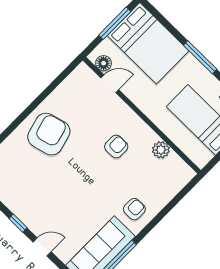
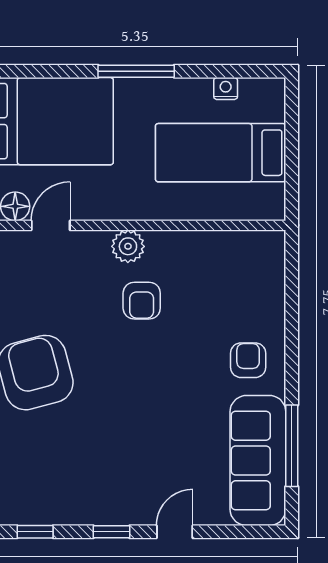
armchair: (116, 147) -> (142, 301), turned 180
plant: (161, 150) -> (128, 246), moved

